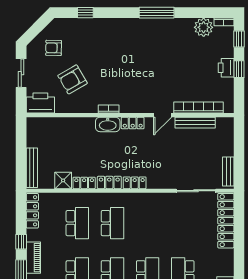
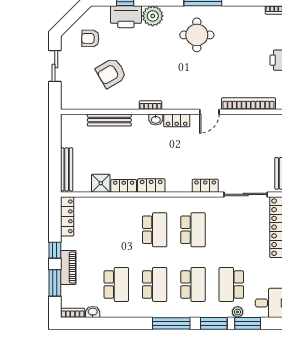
plant: (204, 27) -> (153, 16), moved
round table: (151, 45) -> (197, 35), added
printer: (40, 103) -> (126, 17), moved, turned 180
bench: (195, 123) -> (109, 120), moved
washbasin: (108, 124) -> (156, 120), width x0.52, depth x0.69
locker: (135, 183) -> (205, 186), moved
school desk: (77, 223) -> (193, 230), moved

